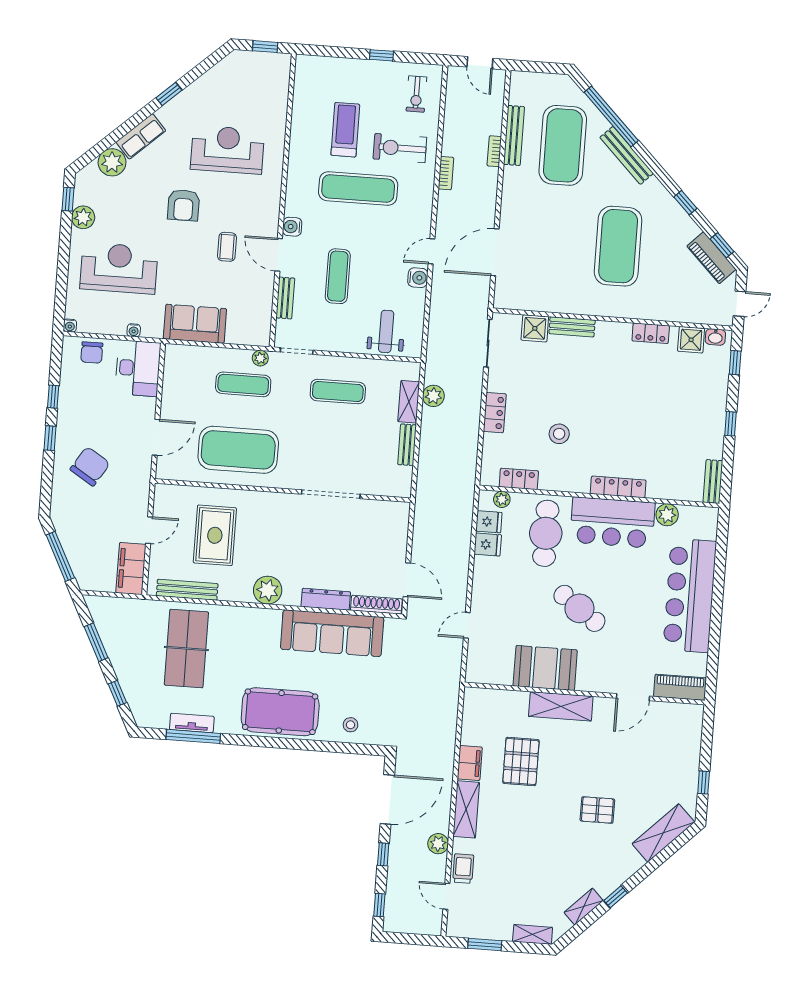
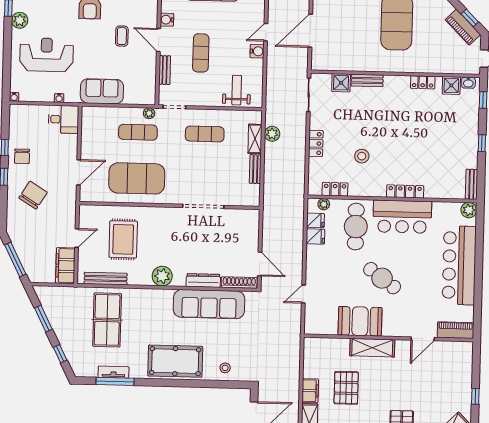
chair: (92, 353) -> (22, 156), moved
desk: (138, 368) -> (63, 119), width x0.73
plant: (667, 515) -> (469, 210), moved

